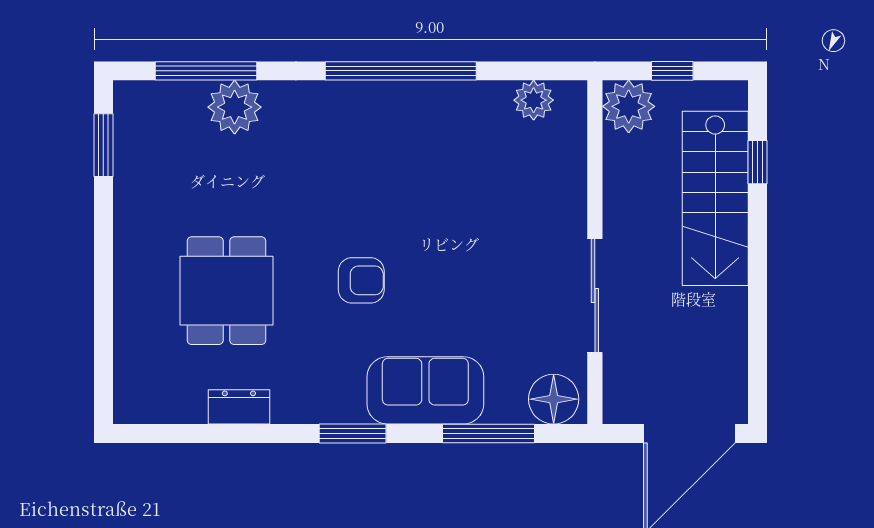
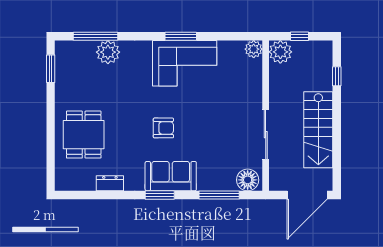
window: (401, 71) -> (181, 36), width x0.47
plant: (534, 100) -> (254, 49), moved
corner sofa: (409, 132) -> (185, 63), added
stairs: (715, 198) -> (318, 130), moved
dining table: (226, 291) -> (84, 135), moved
sofa: (425, 390) -> (171, 176), moved

